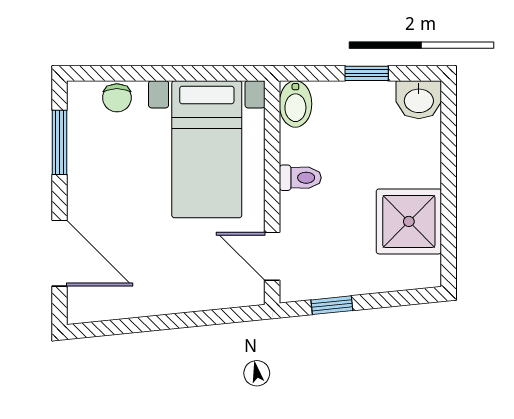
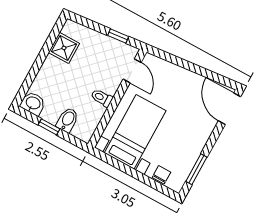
bidet: (295, 104) -> (67, 120), moved
shower: (409, 221) -> (64, 48), width x0.73, depth x0.73
door: (59, 253) -> (229, 109), moved

